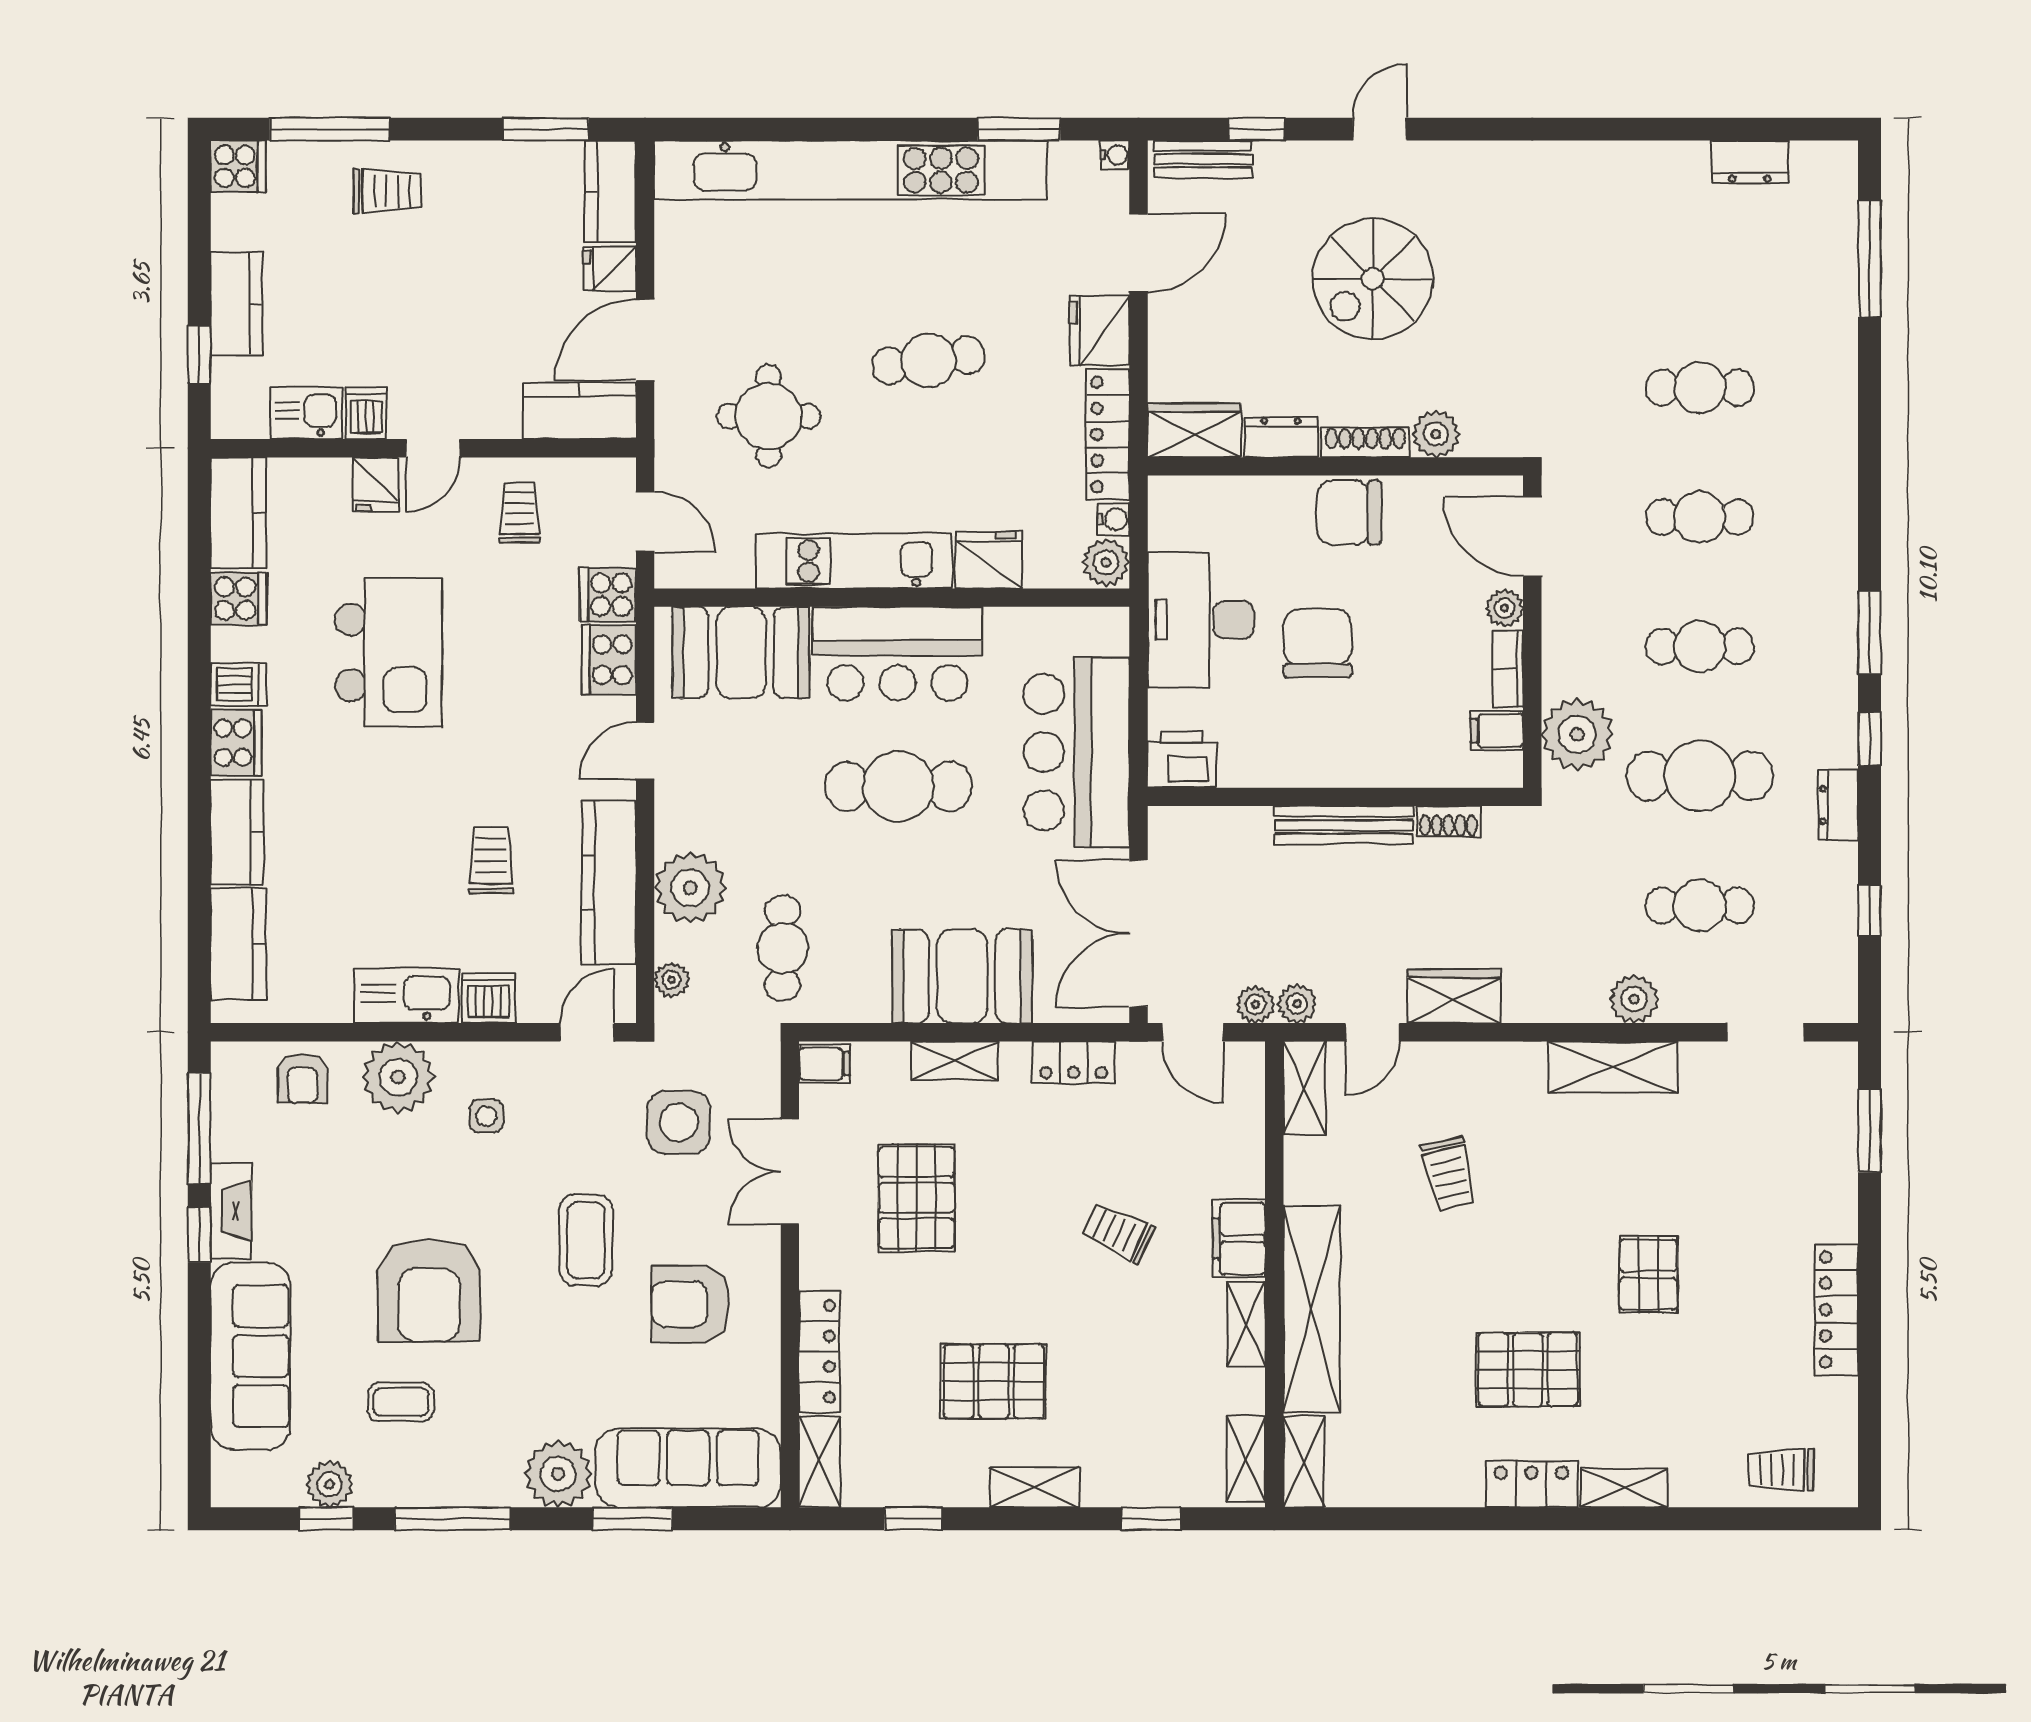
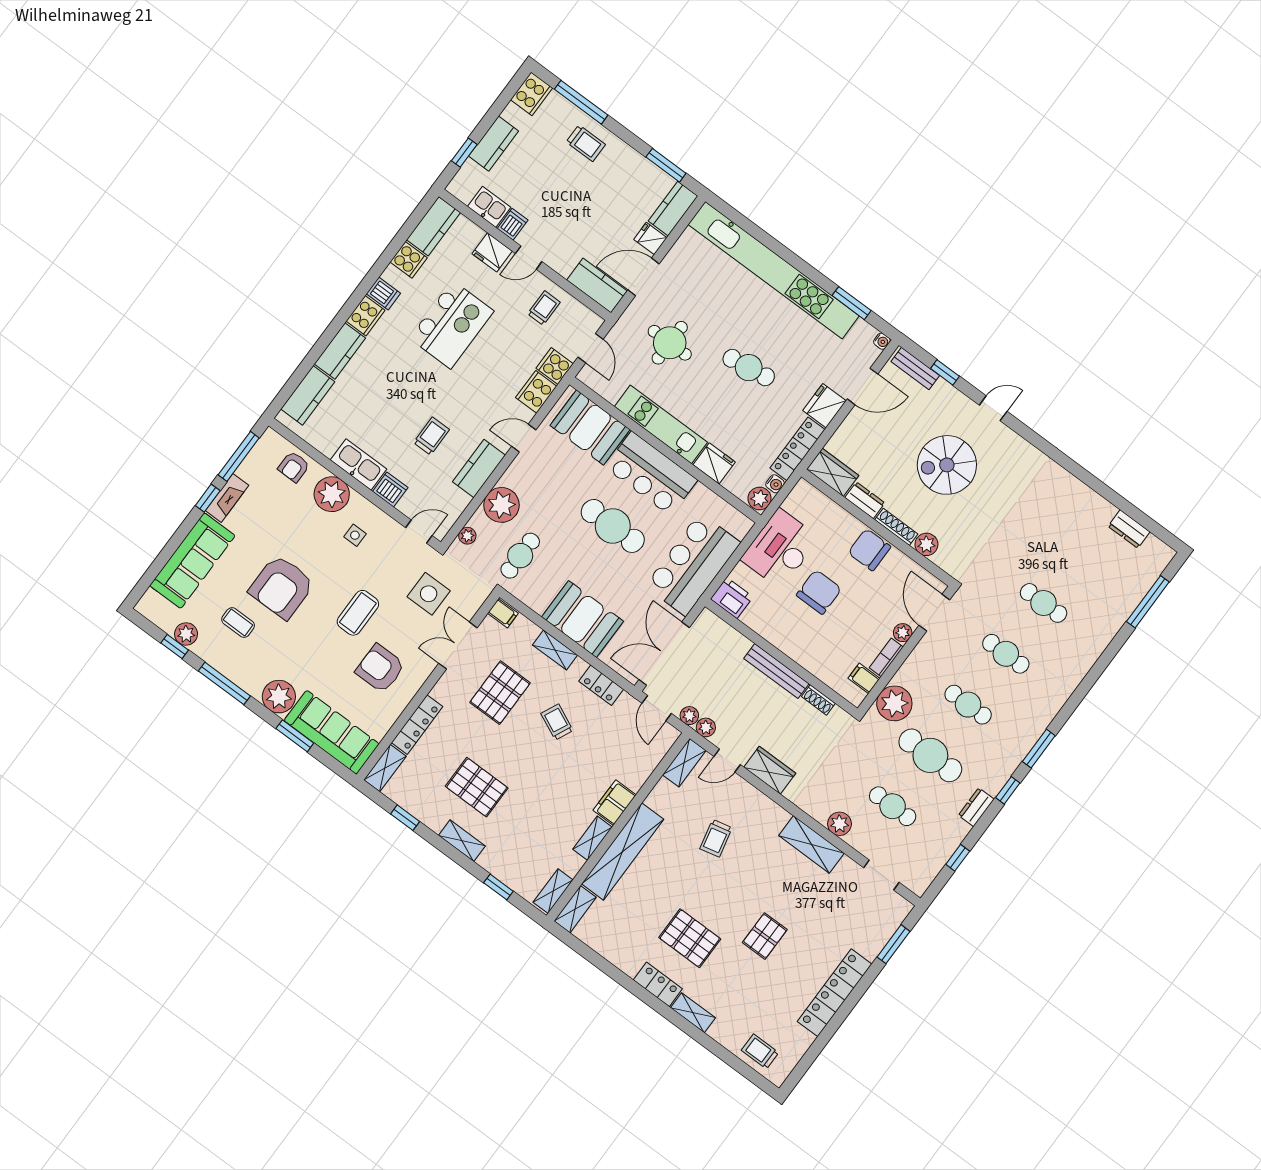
cooker: (238, 167) -> (532, 94), width x1.36
fridge: (375, 484) -> (492, 252), width x1.38
kitchen counter: (609, 882) -> (479, 469), width x0.67
trolley: (1118, 1233) -> (557, 722), moved
locker: (1836, 1310) -> (835, 993), width x1.41, depth x1.21

